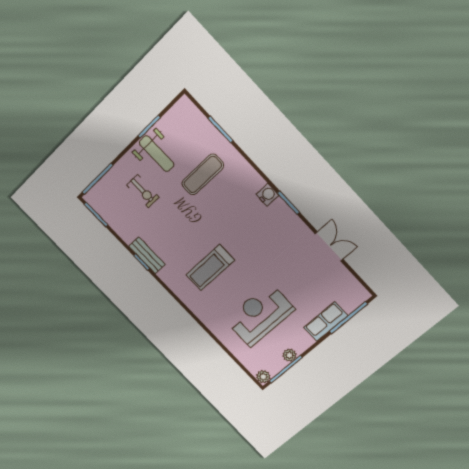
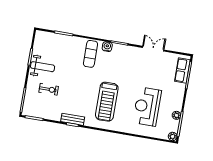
exercise mat: (203, 174) -> (90, 54), moved
treadmill: (210, 268) -> (107, 102), width x1.37, depth x1.38
row of seats: (326, 322) -> (182, 70), moved

